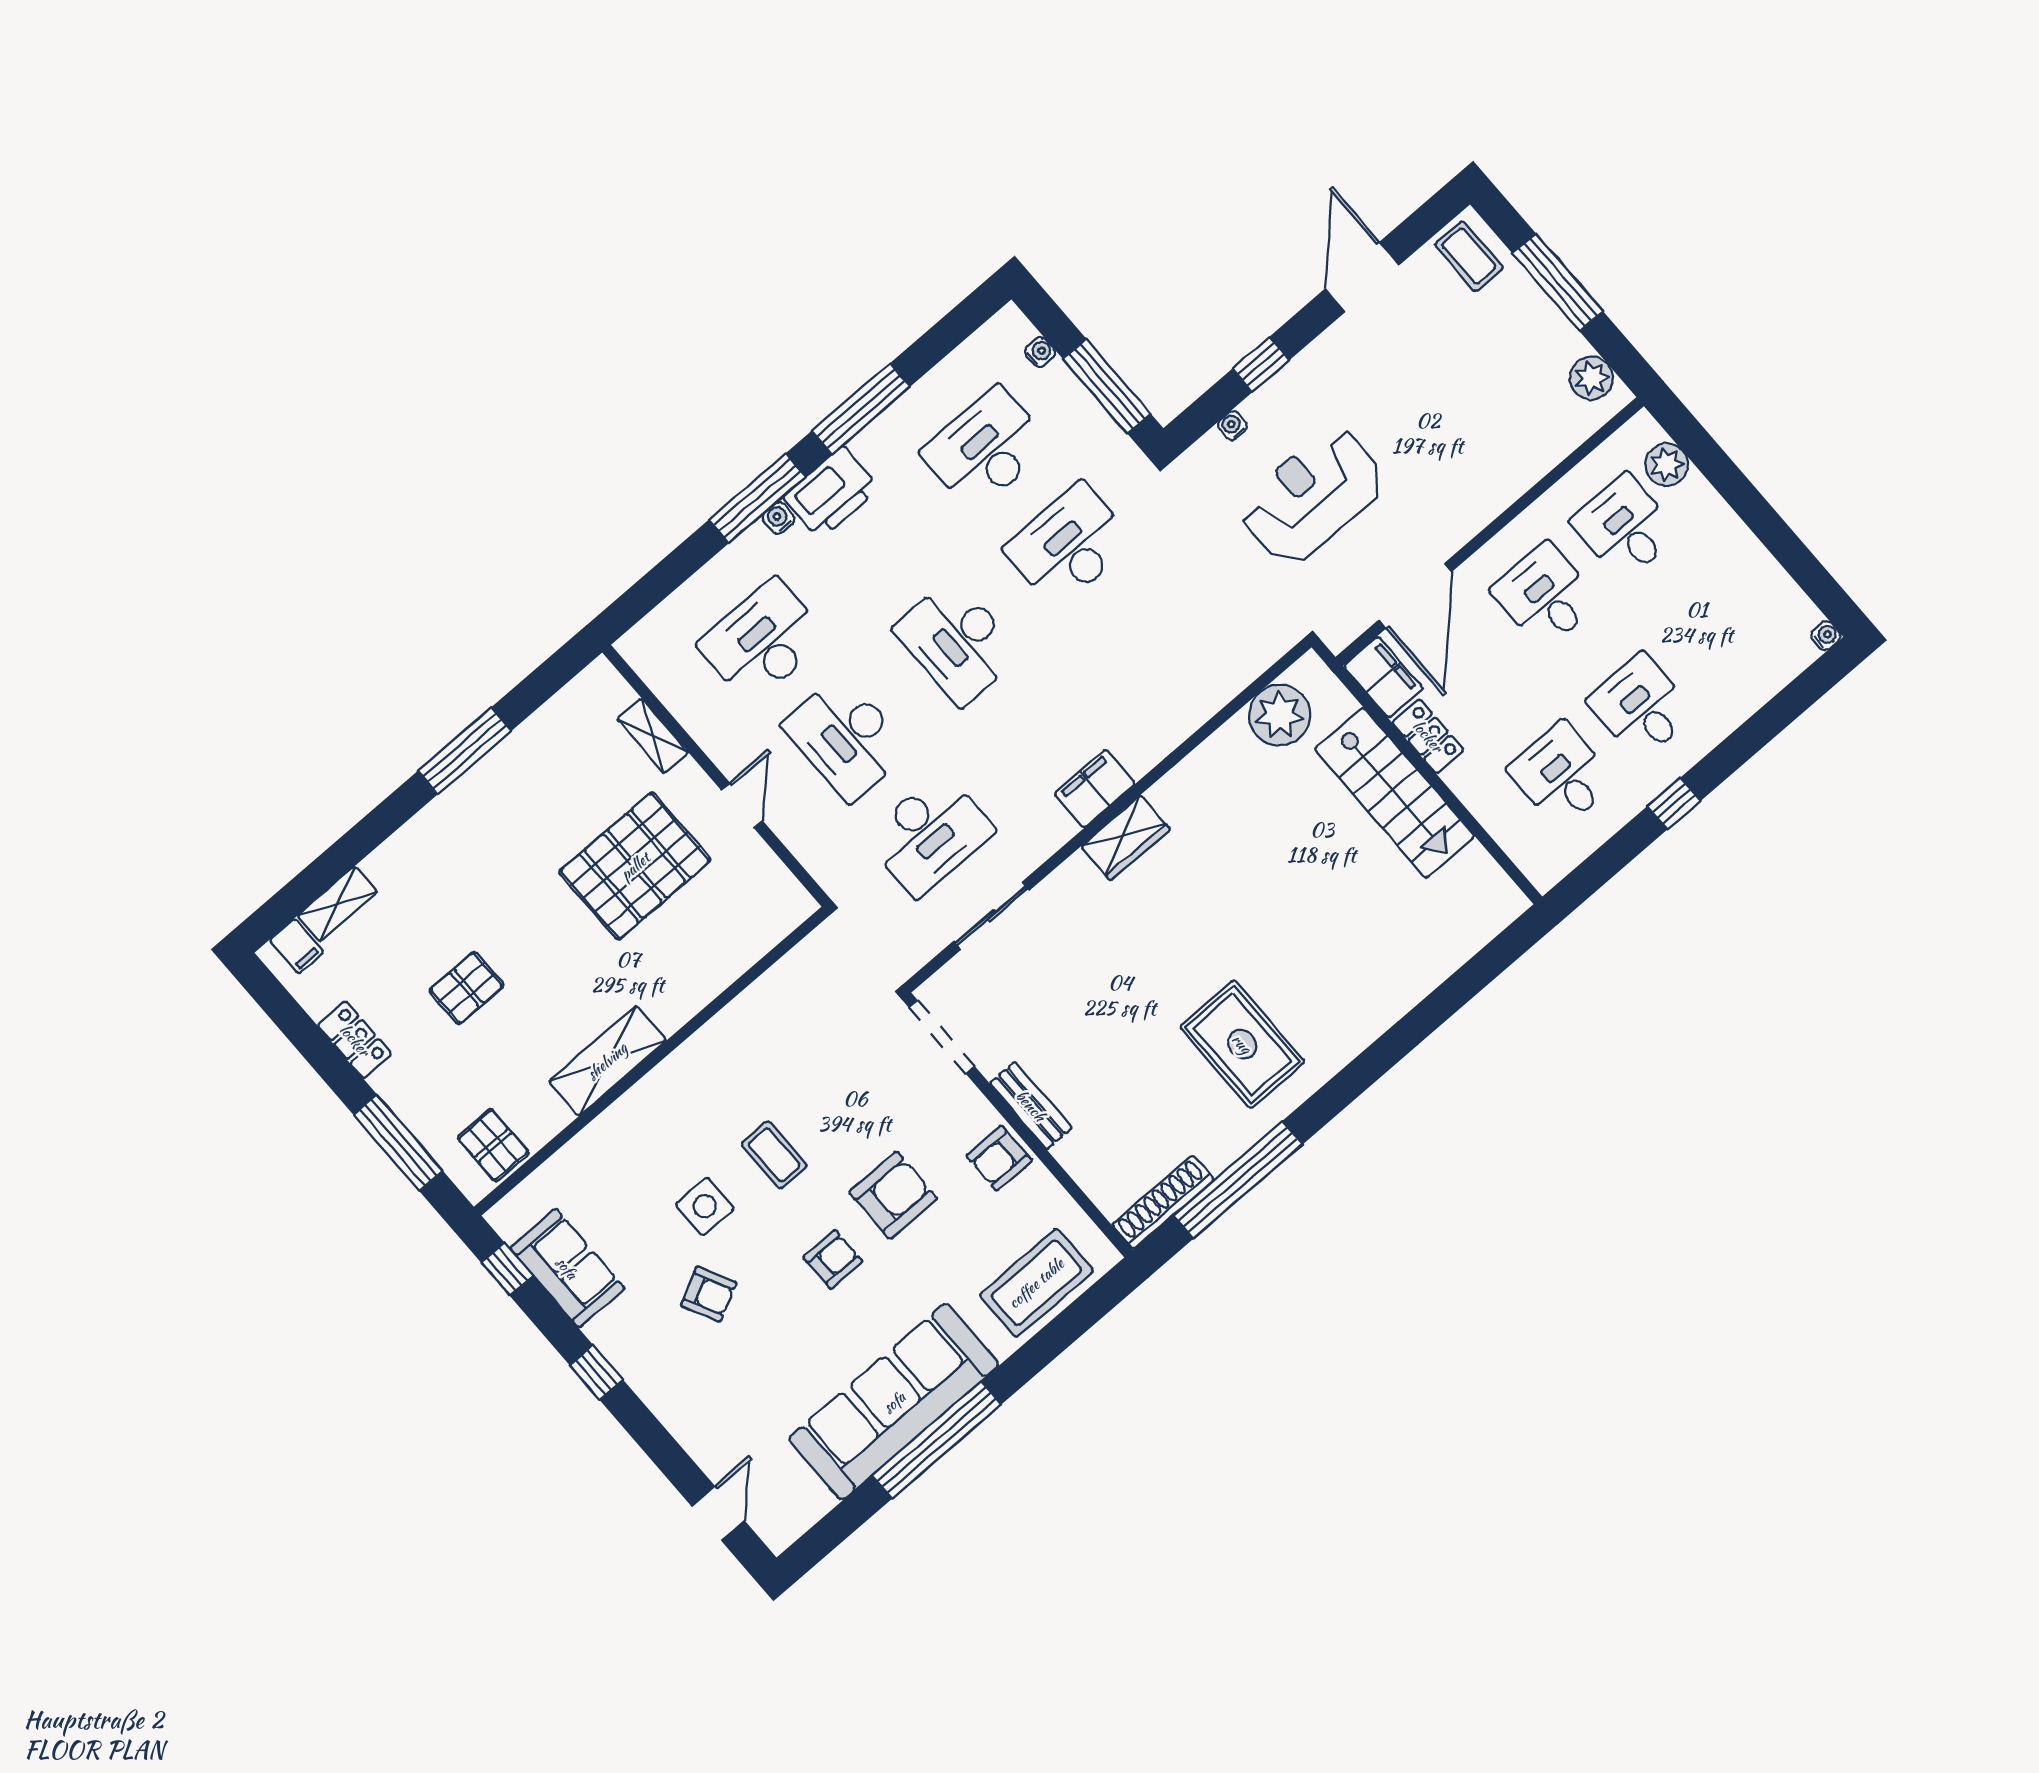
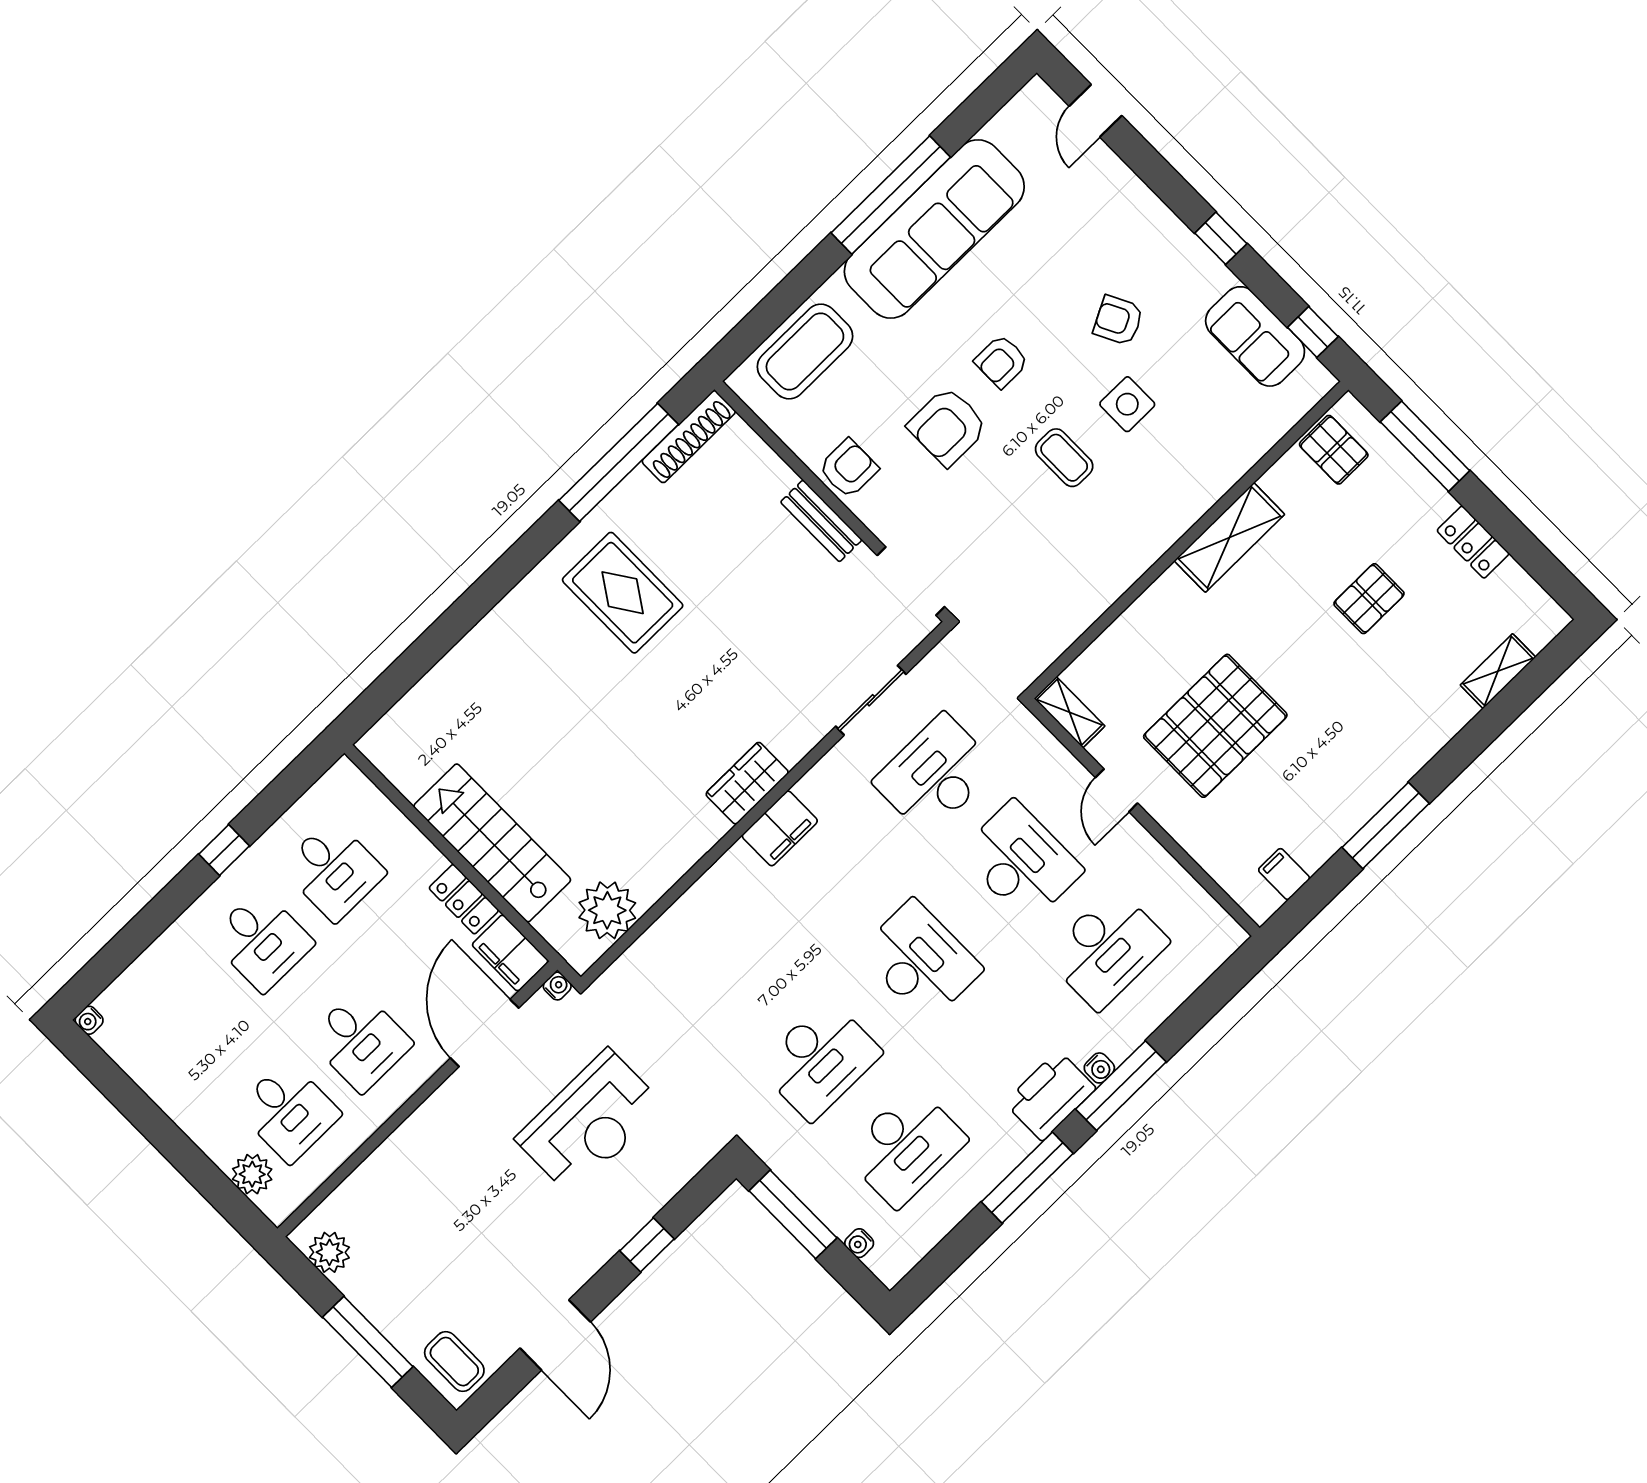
water cooler: (1232, 426) -> (557, 986), moved, turned -90
shelving: (653, 736) -> (1069, 712), moved
filing cabinet: (297, 946) -> (1284, 874), moved

